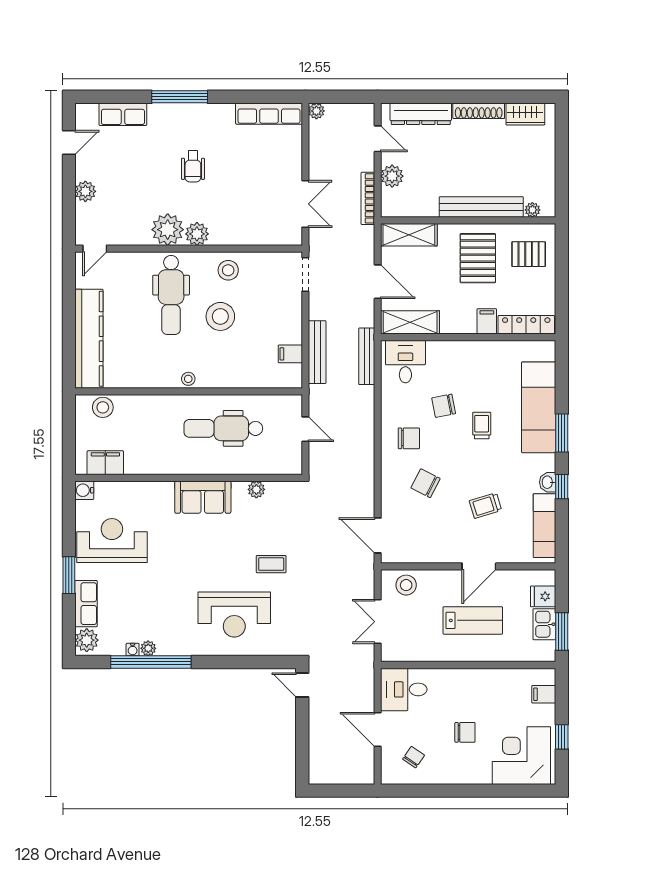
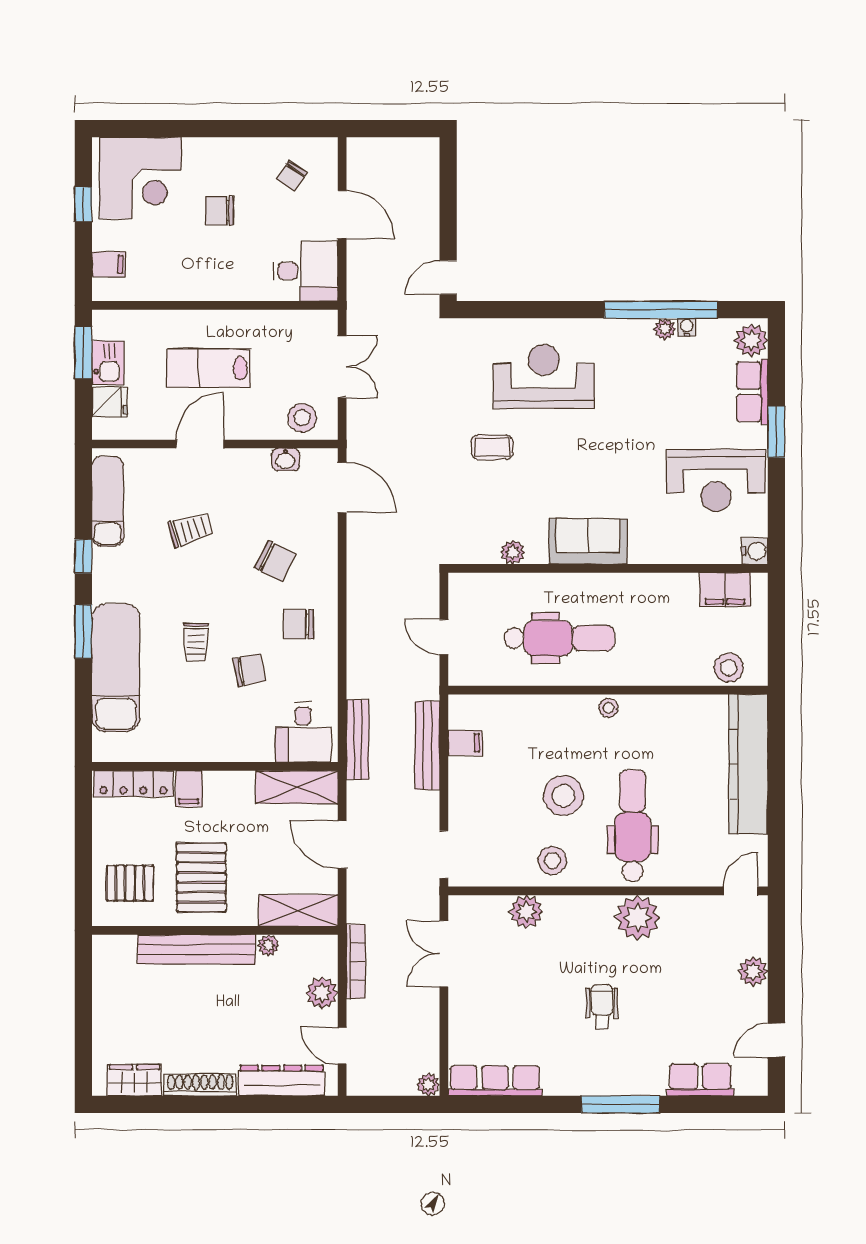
plant: (532, 210) -> (268, 945), moved
plant: (197, 234) -> (526, 912), moved
washbasin: (548, 482) -> (285, 460), moved, turned 90
door: (302, 685) -> (448, 277), swing flipped

